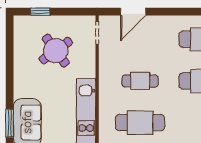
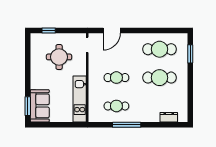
round table: (56, 51) -> (59, 57), turned 36
cafe table: (140, 123) -> (116, 106), width x0.73, depth x0.74

